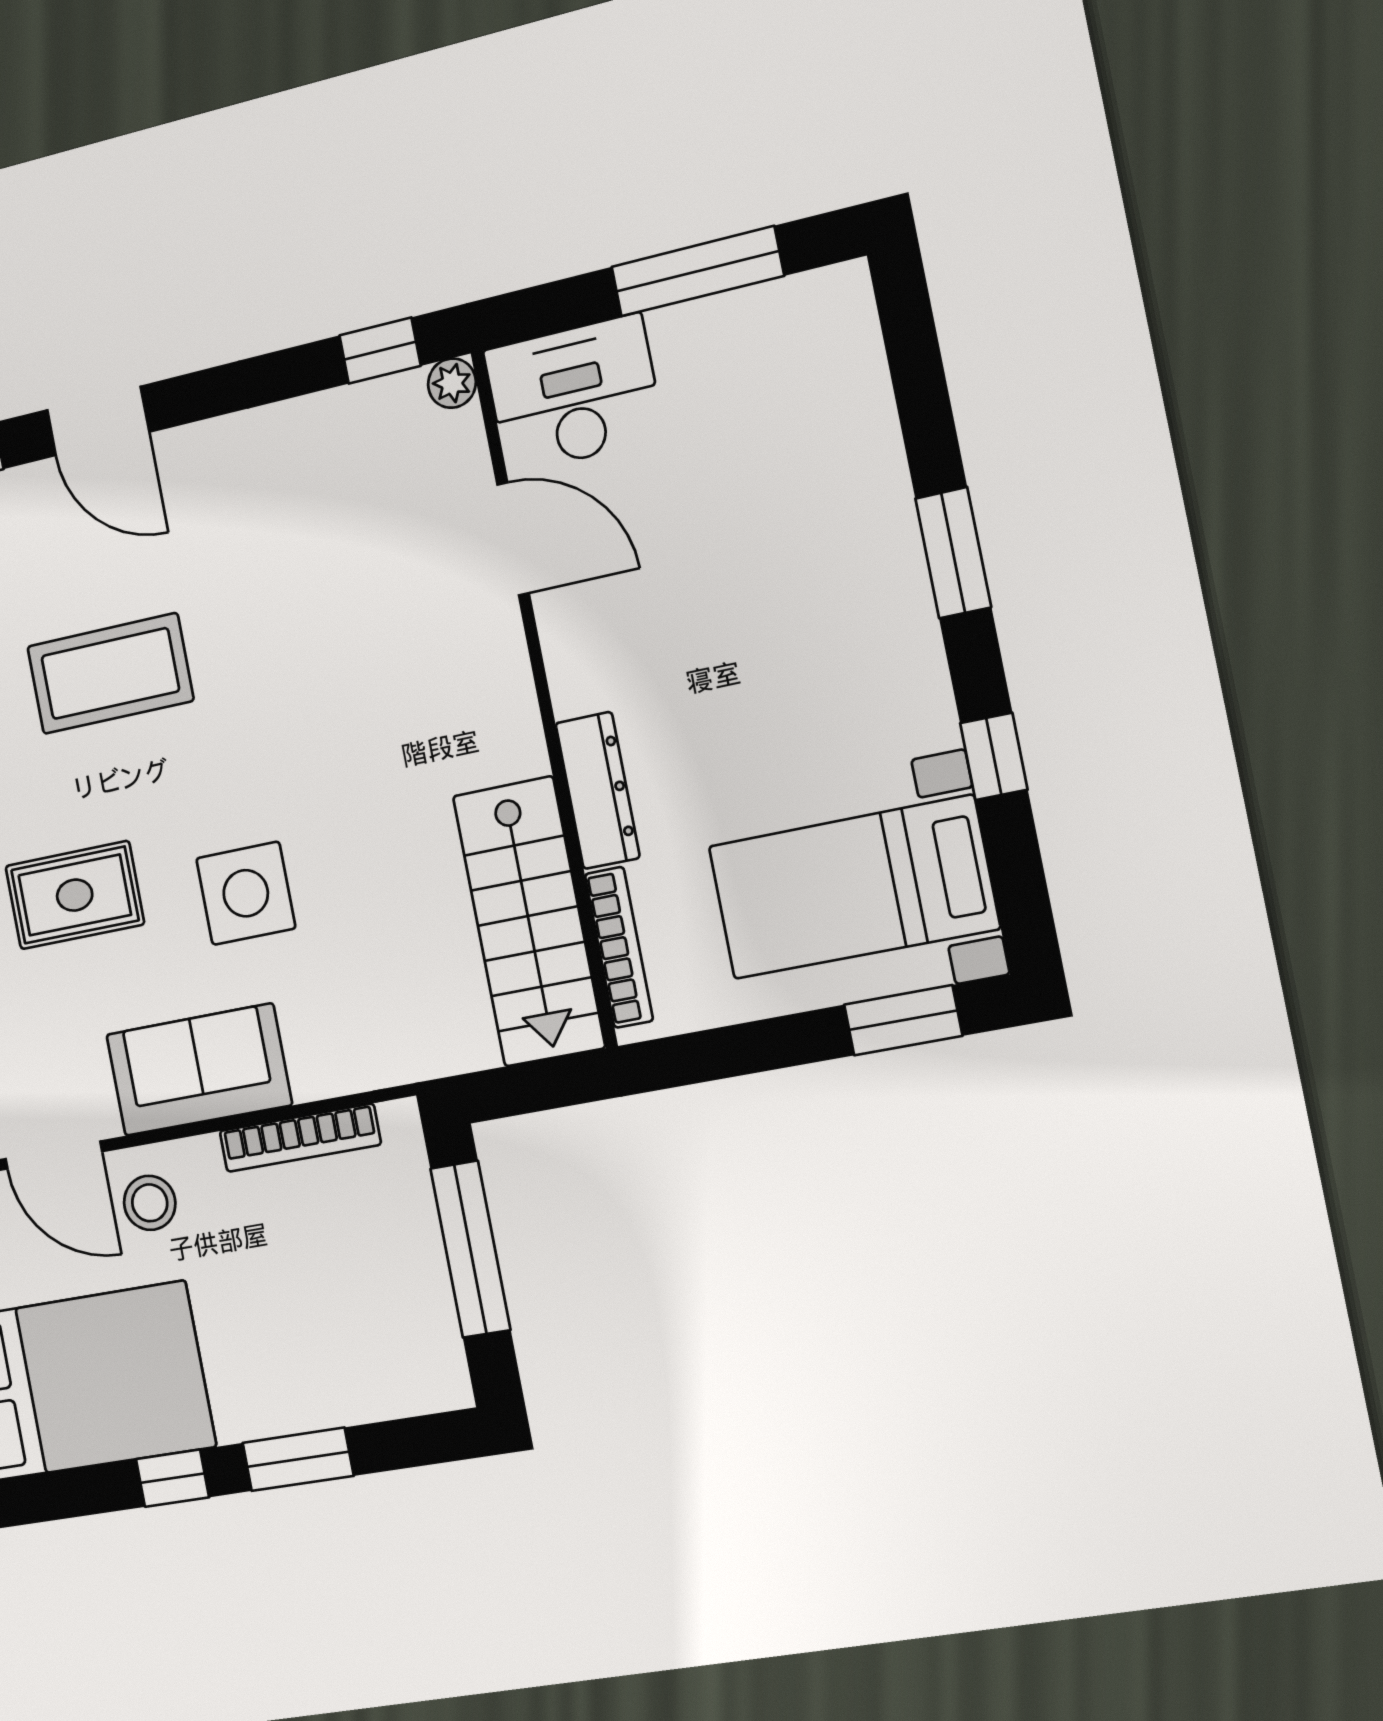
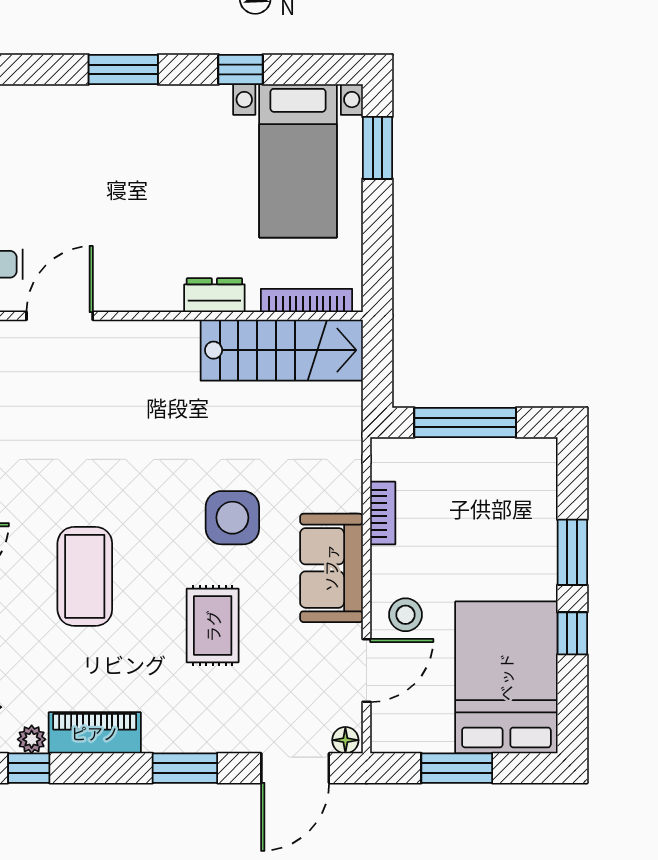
dresser: (598, 790) -> (214, 295), width x0.70
bookcase: (300, 1138) -> (383, 513), width x0.64

